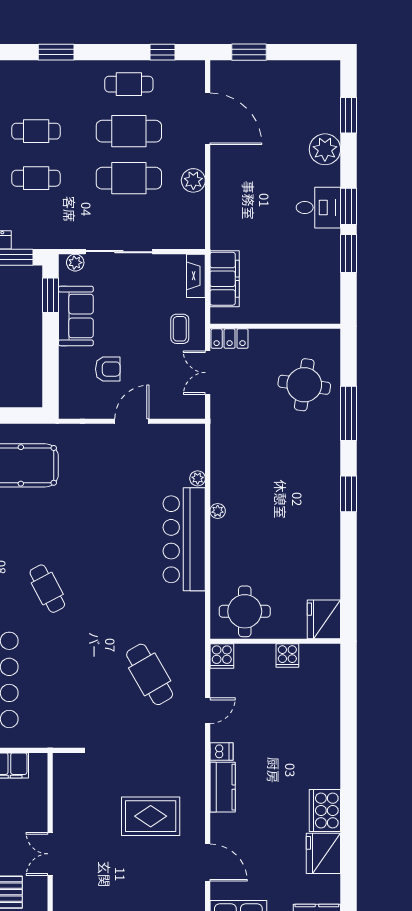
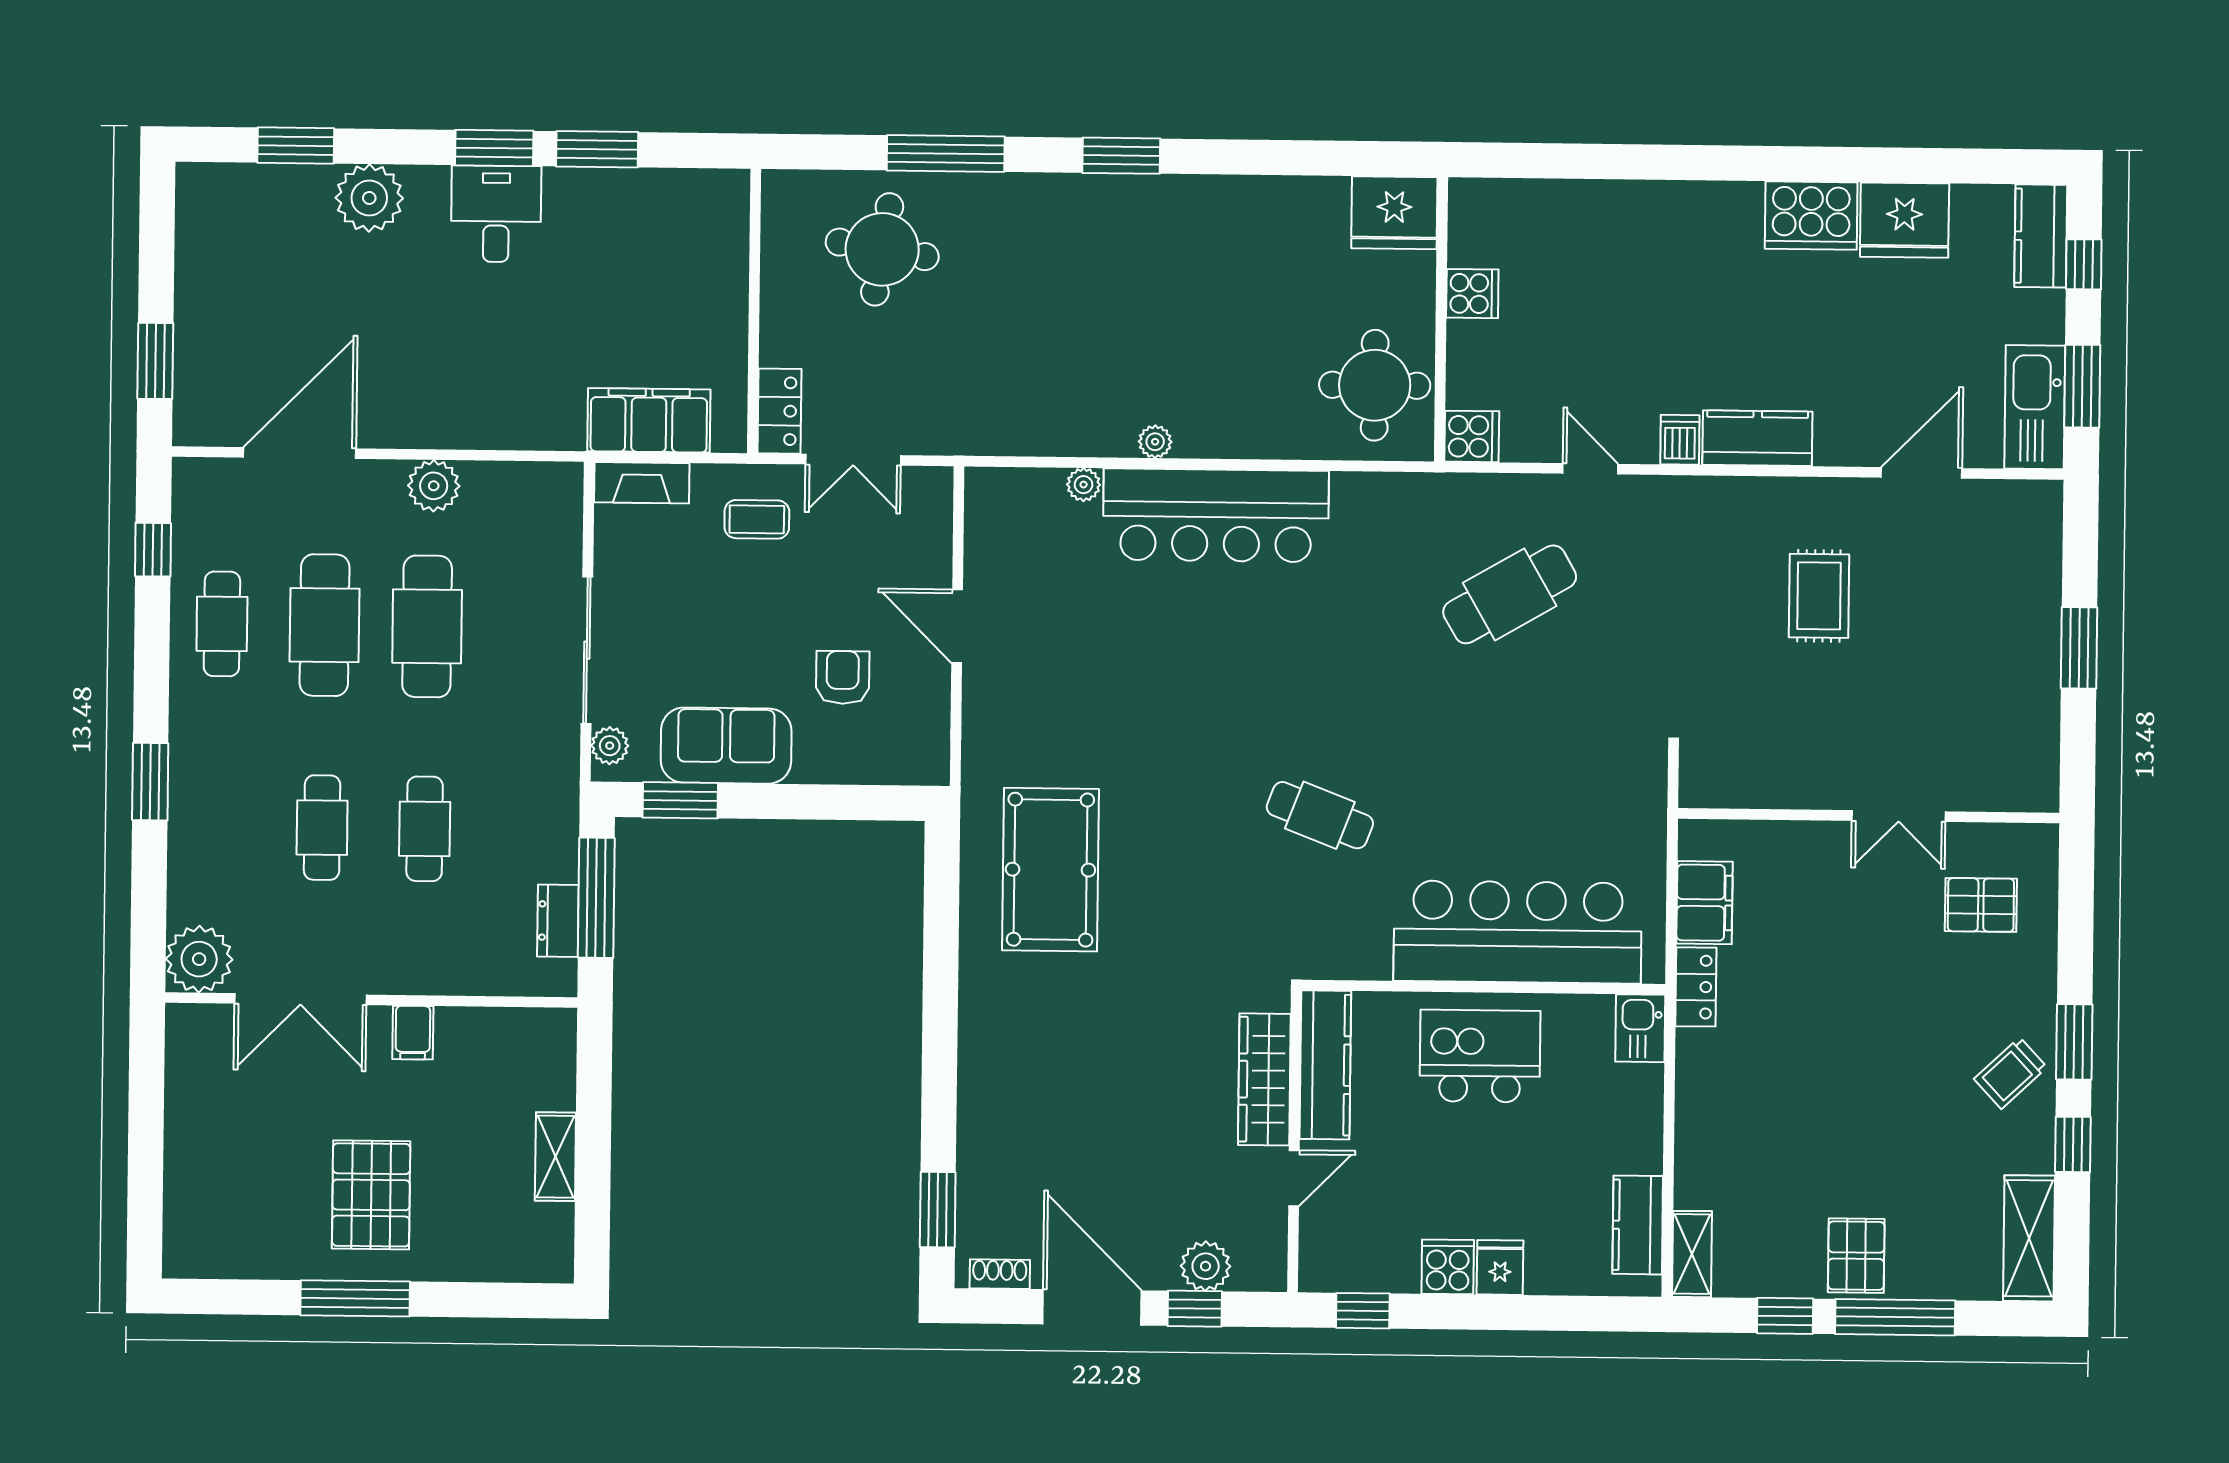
cafe table: (47, 589) -> (1320, 815), turned 49
rug: (151, 816) -> (1819, 596), width x0.73, depth x0.70

